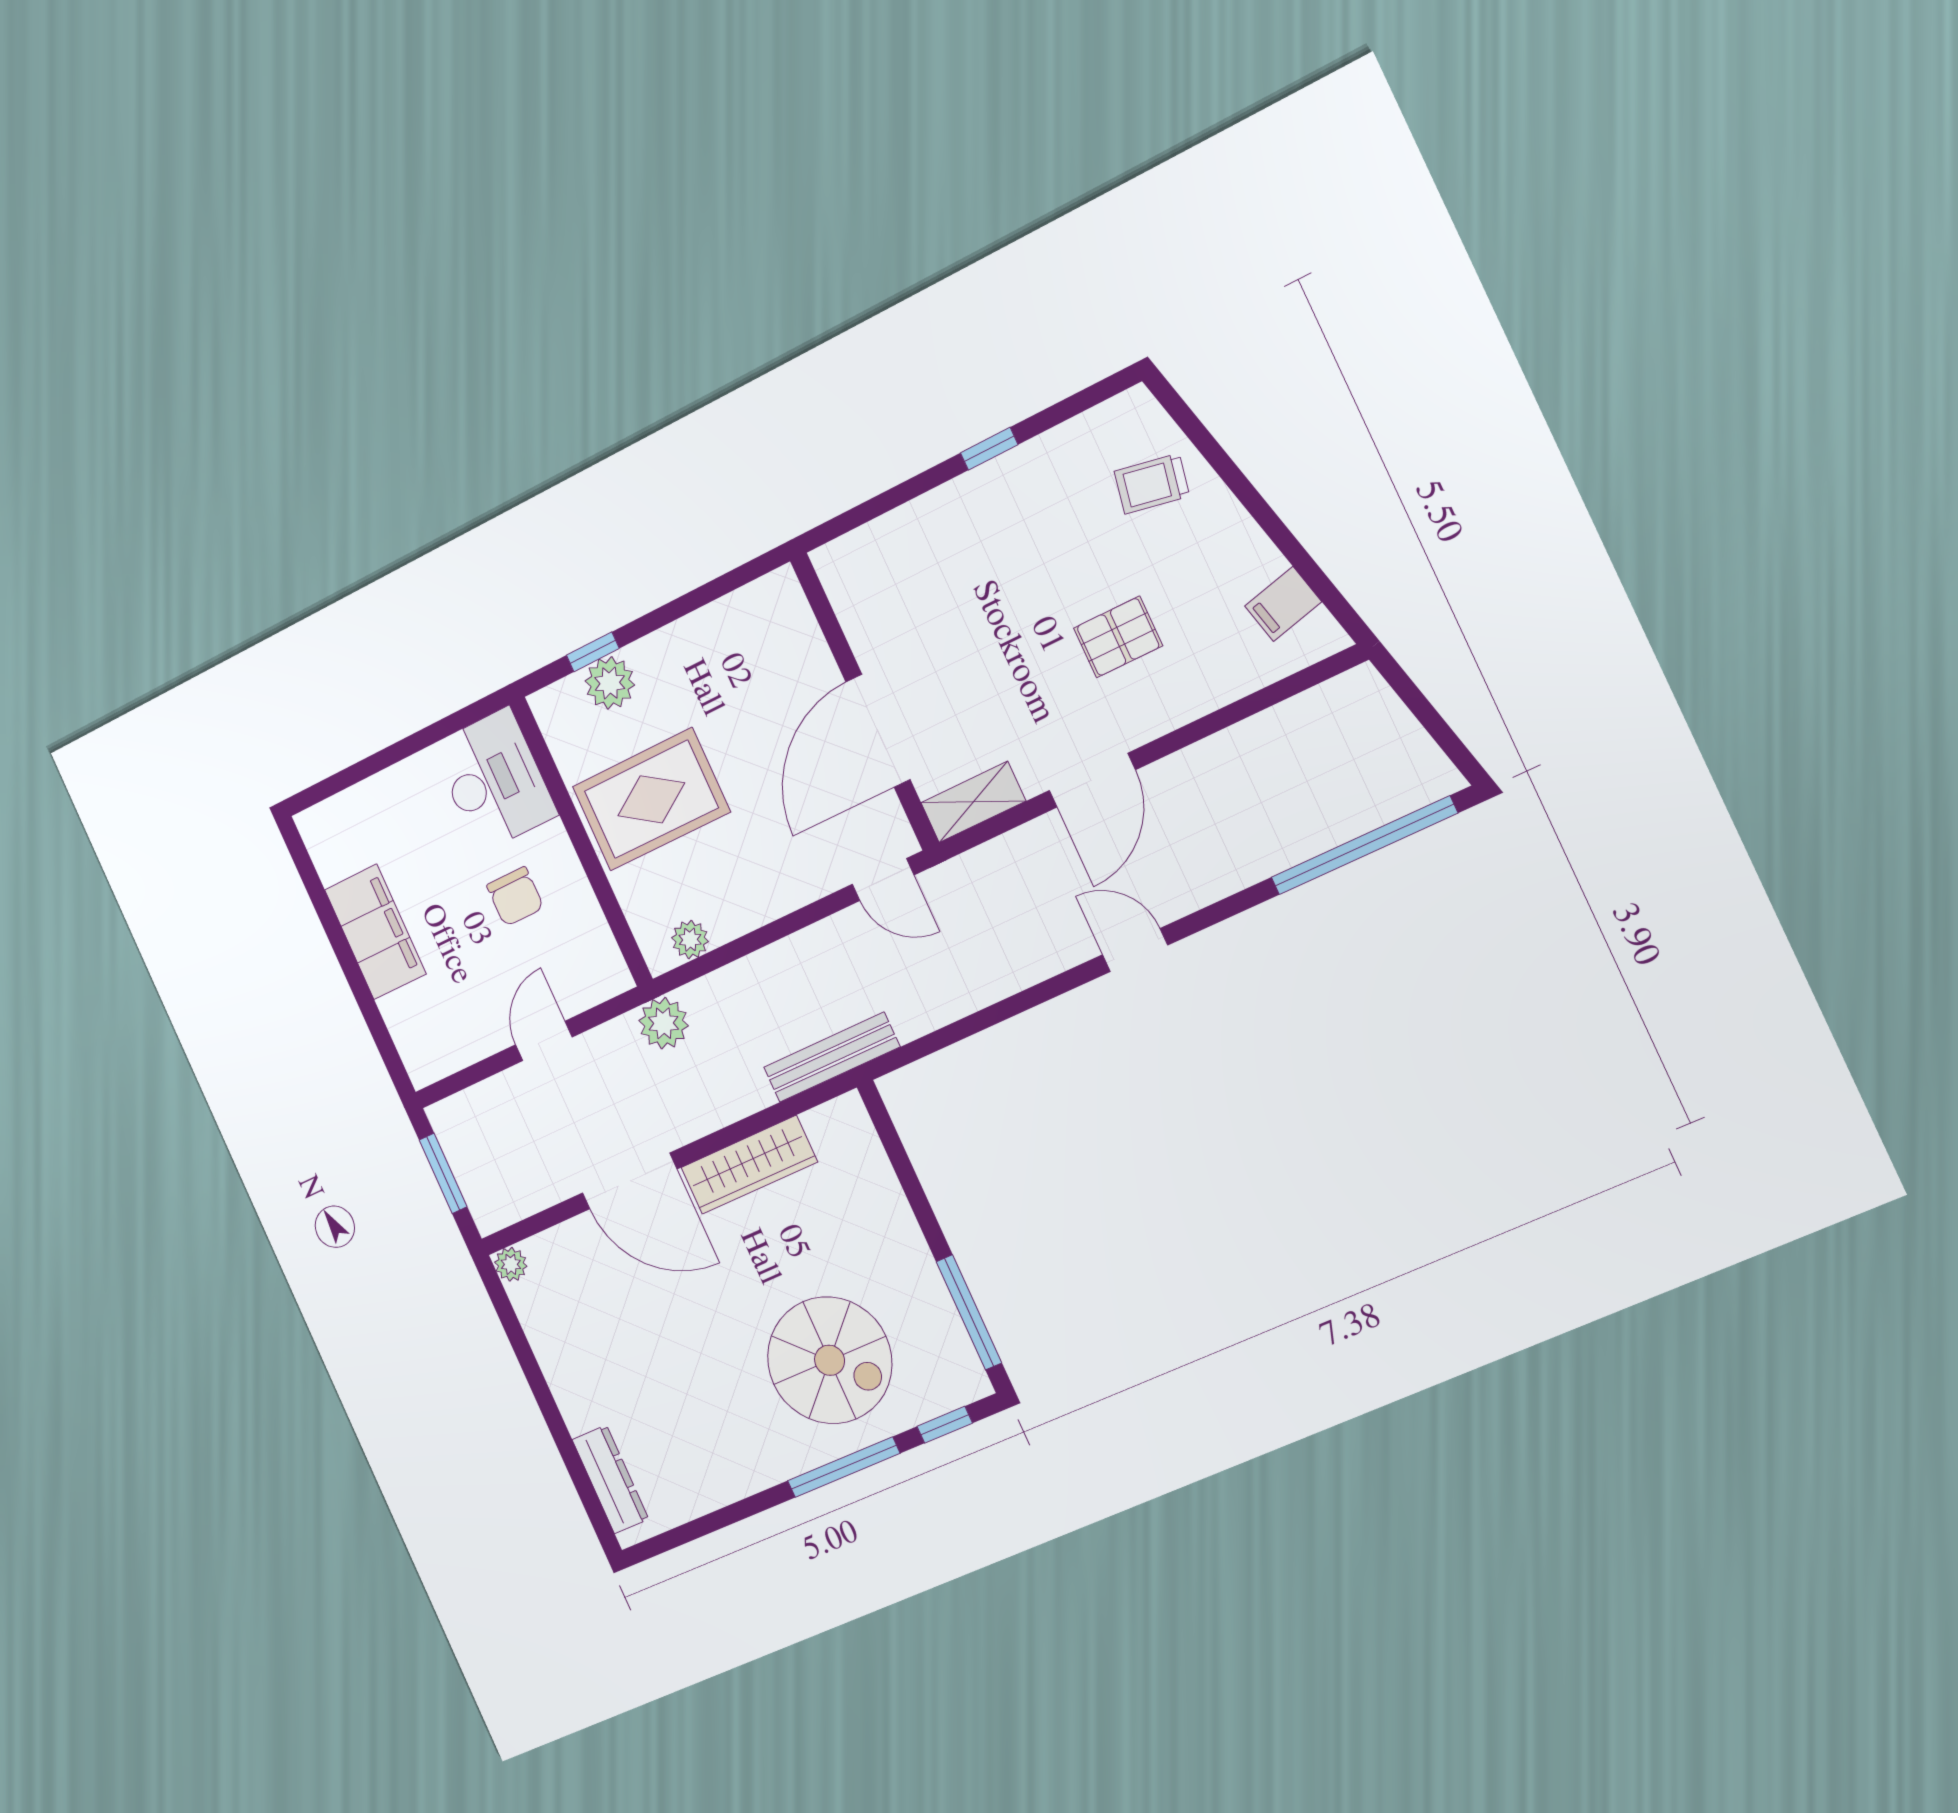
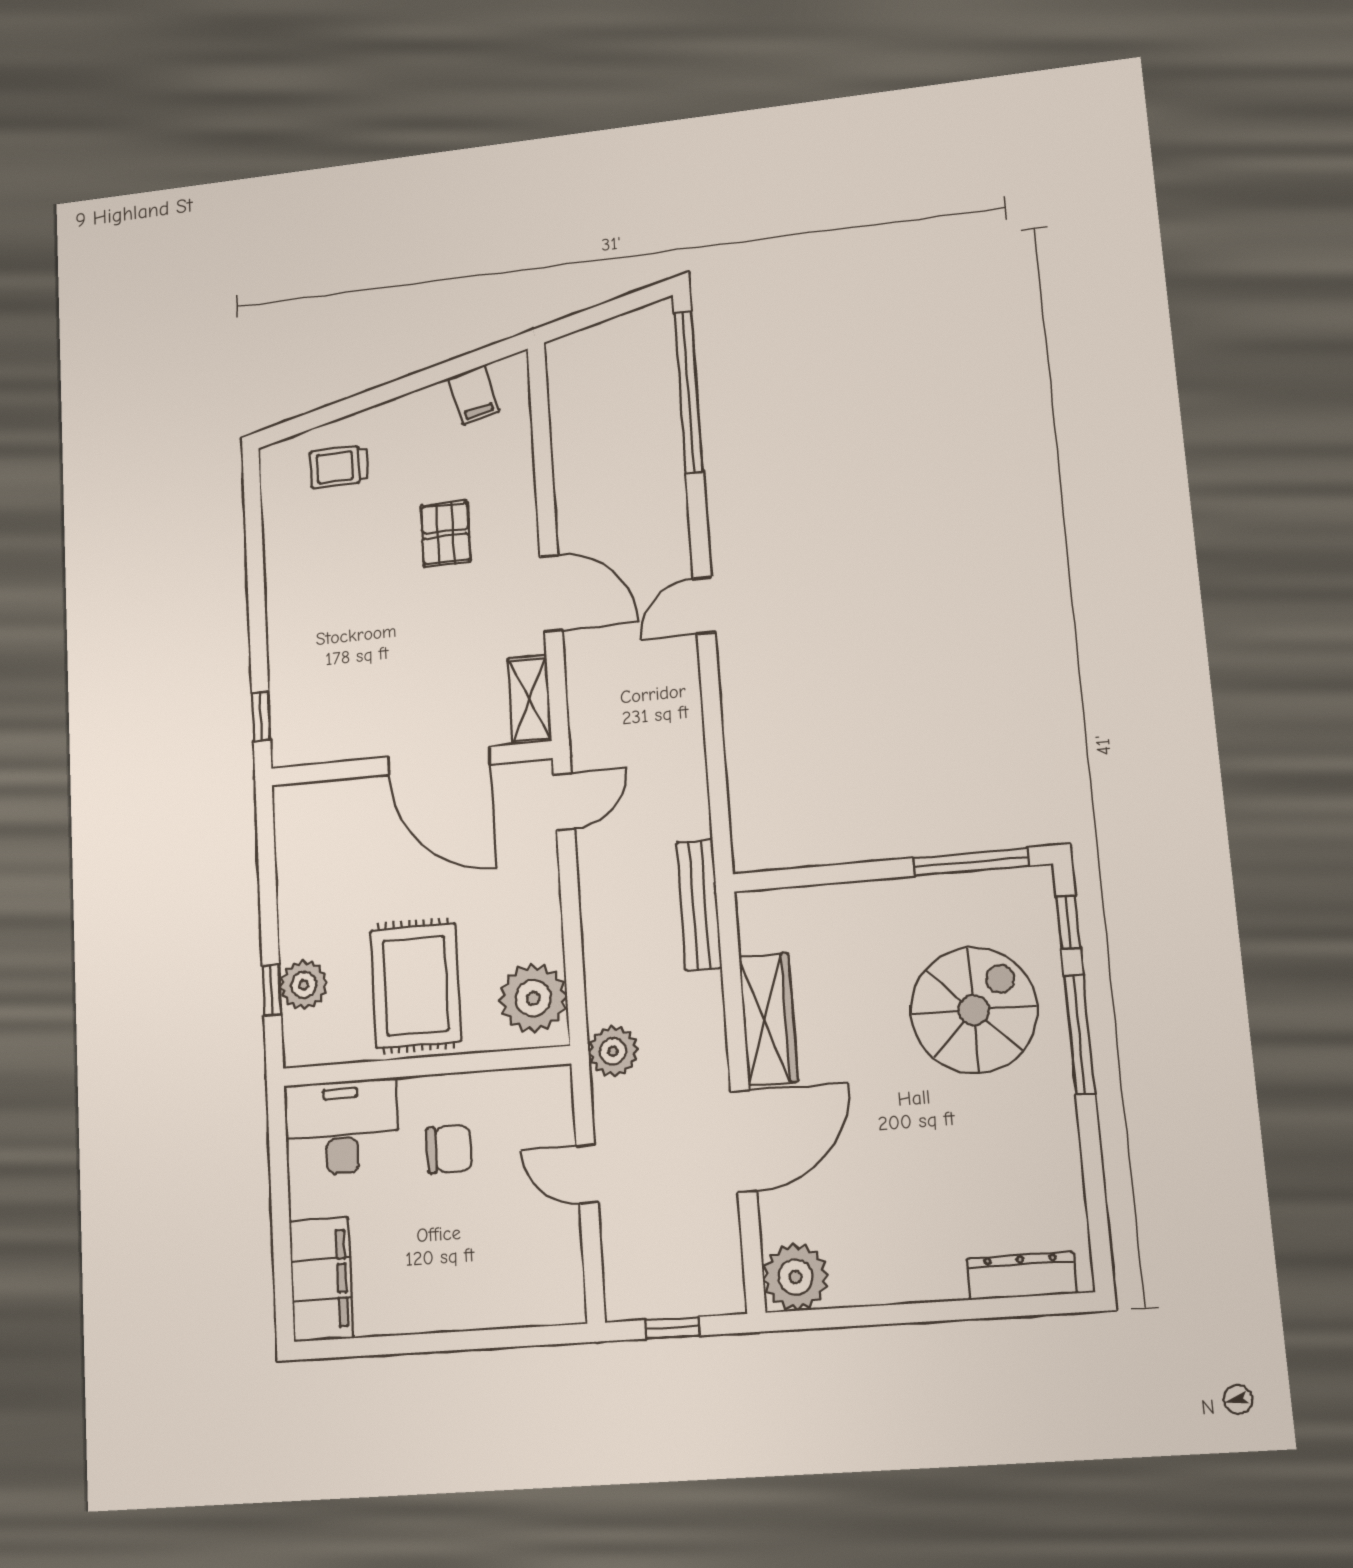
window: (989, 449) -> (261, 716), moved
trolley: (1152, 484) -> (339, 467), turned 79
filing cabinet: (375, 932) -> (321, 1279), moved, turned 90
plant: (690, 940) -> (533, 998), width x1.87, depth x1.87
window: (443, 1173) -> (673, 1328), width x0.67
plant: (511, 1264) -> (796, 1277), width x1.87, depth x1.87

